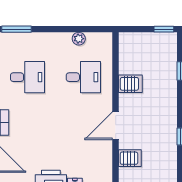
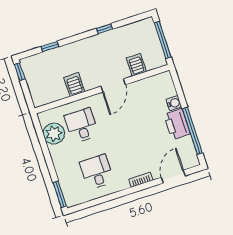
plant: (79, 39) -> (54, 134), width x1.88, depth x1.88
door: (116, 126) -> (113, 86), hinge flipped

